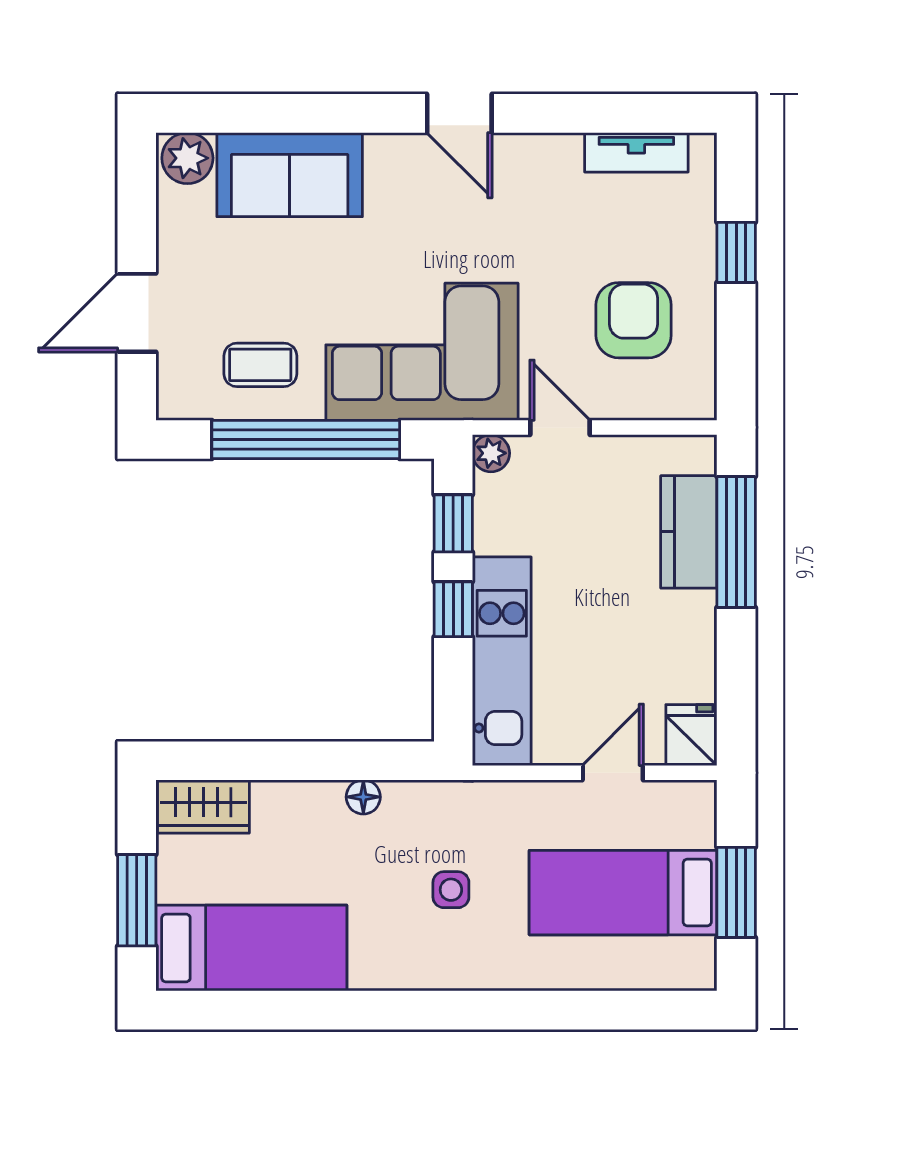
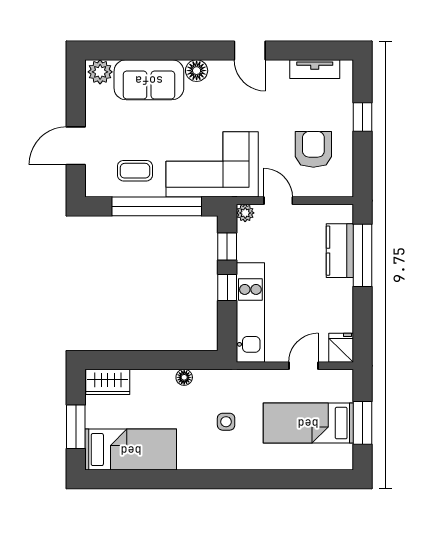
door: (459, 113) -> (250, 50), moved
floor lamp: (389, 155) -> (197, 71), added

